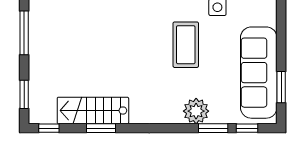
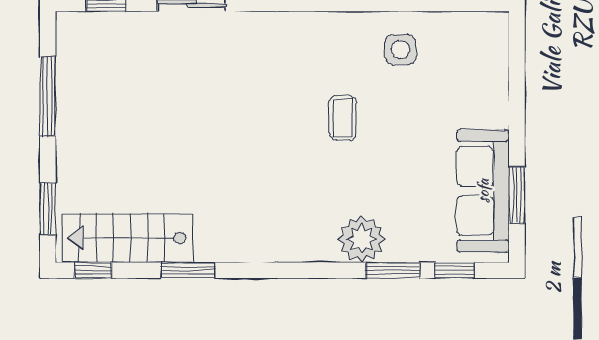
coffee table: (186, 45) -> (343, 118), width x0.54, depth x0.58
sofa: (259, 73) -> (483, 191), width x0.74, depth x0.79
stairs: (93, 111) -> (128, 238), moved

